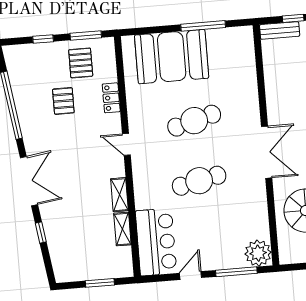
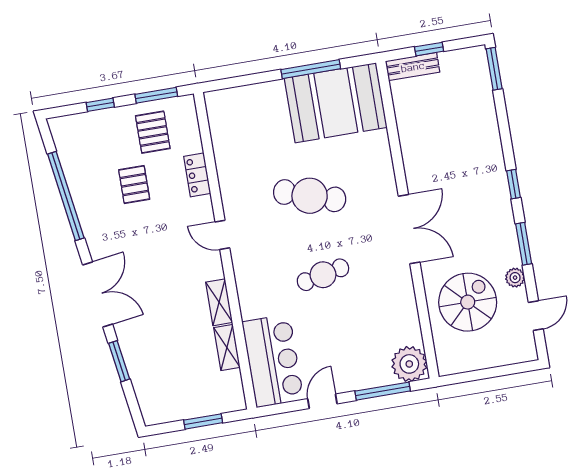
booth: (172, 57) -> (336, 103), moved
cafe table: (194, 121) -> (310, 196), turned 33
cafe table: (199, 181) -> (323, 275), width x0.73, depth x0.74
window: (41, 232) -> (119, 361), width x1.50

